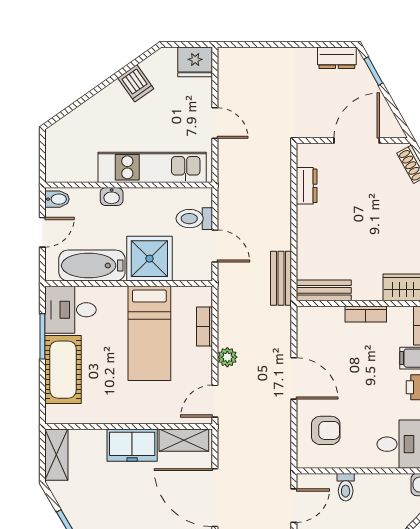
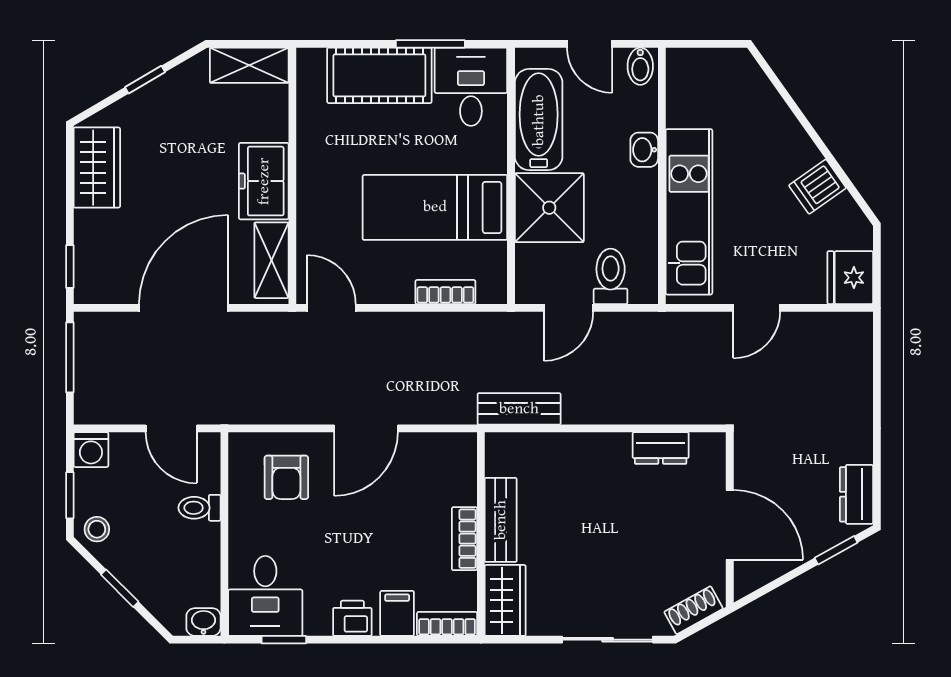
bench: (324, 290) -> (501, 520), moved
plant: (227, 357) -> (398, 327), removed

